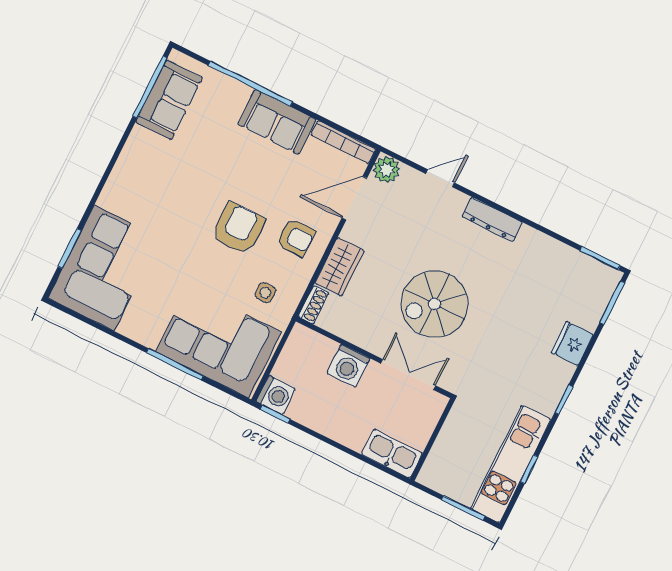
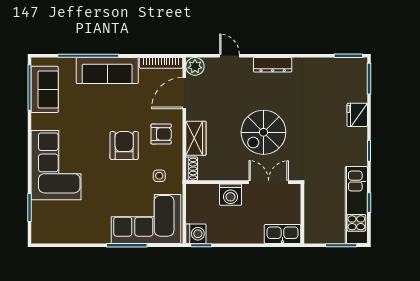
sofa: (277, 122) -> (107, 70), width x1.36
door: (440, 178) -> (230, 56), hinge flipped
corner sofa: (104, 268) -> (56, 165), moved

